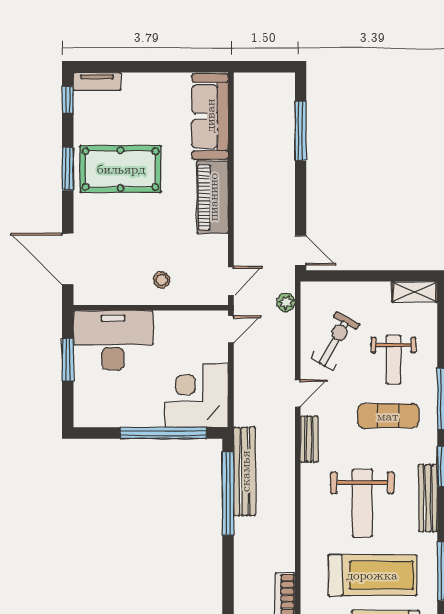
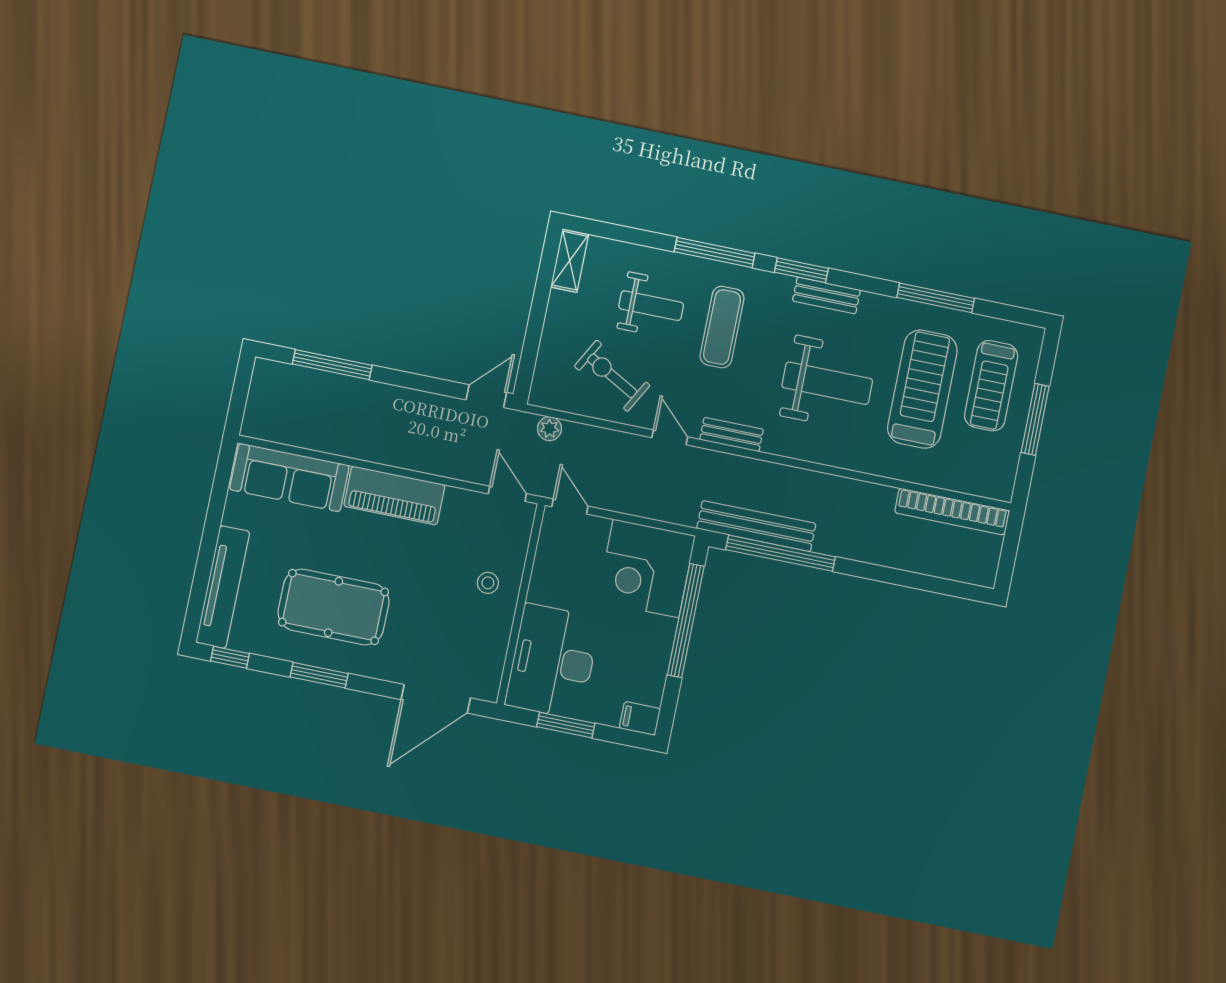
tv unit: (97, 81) -> (223, 587), width x1.92, depth x1.29
pool table: (121, 169) -> (334, 607), turned 90
filing cabinet: (84, 414) -> (640, 718), added
bench: (428, 498) -> (826, 295), width x0.73

